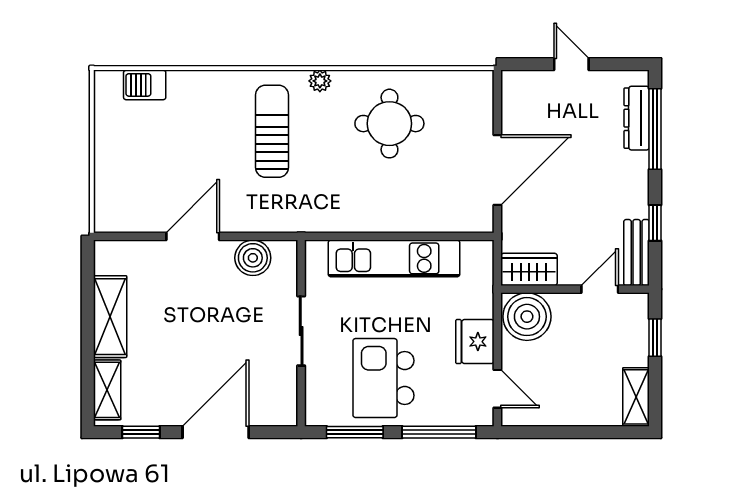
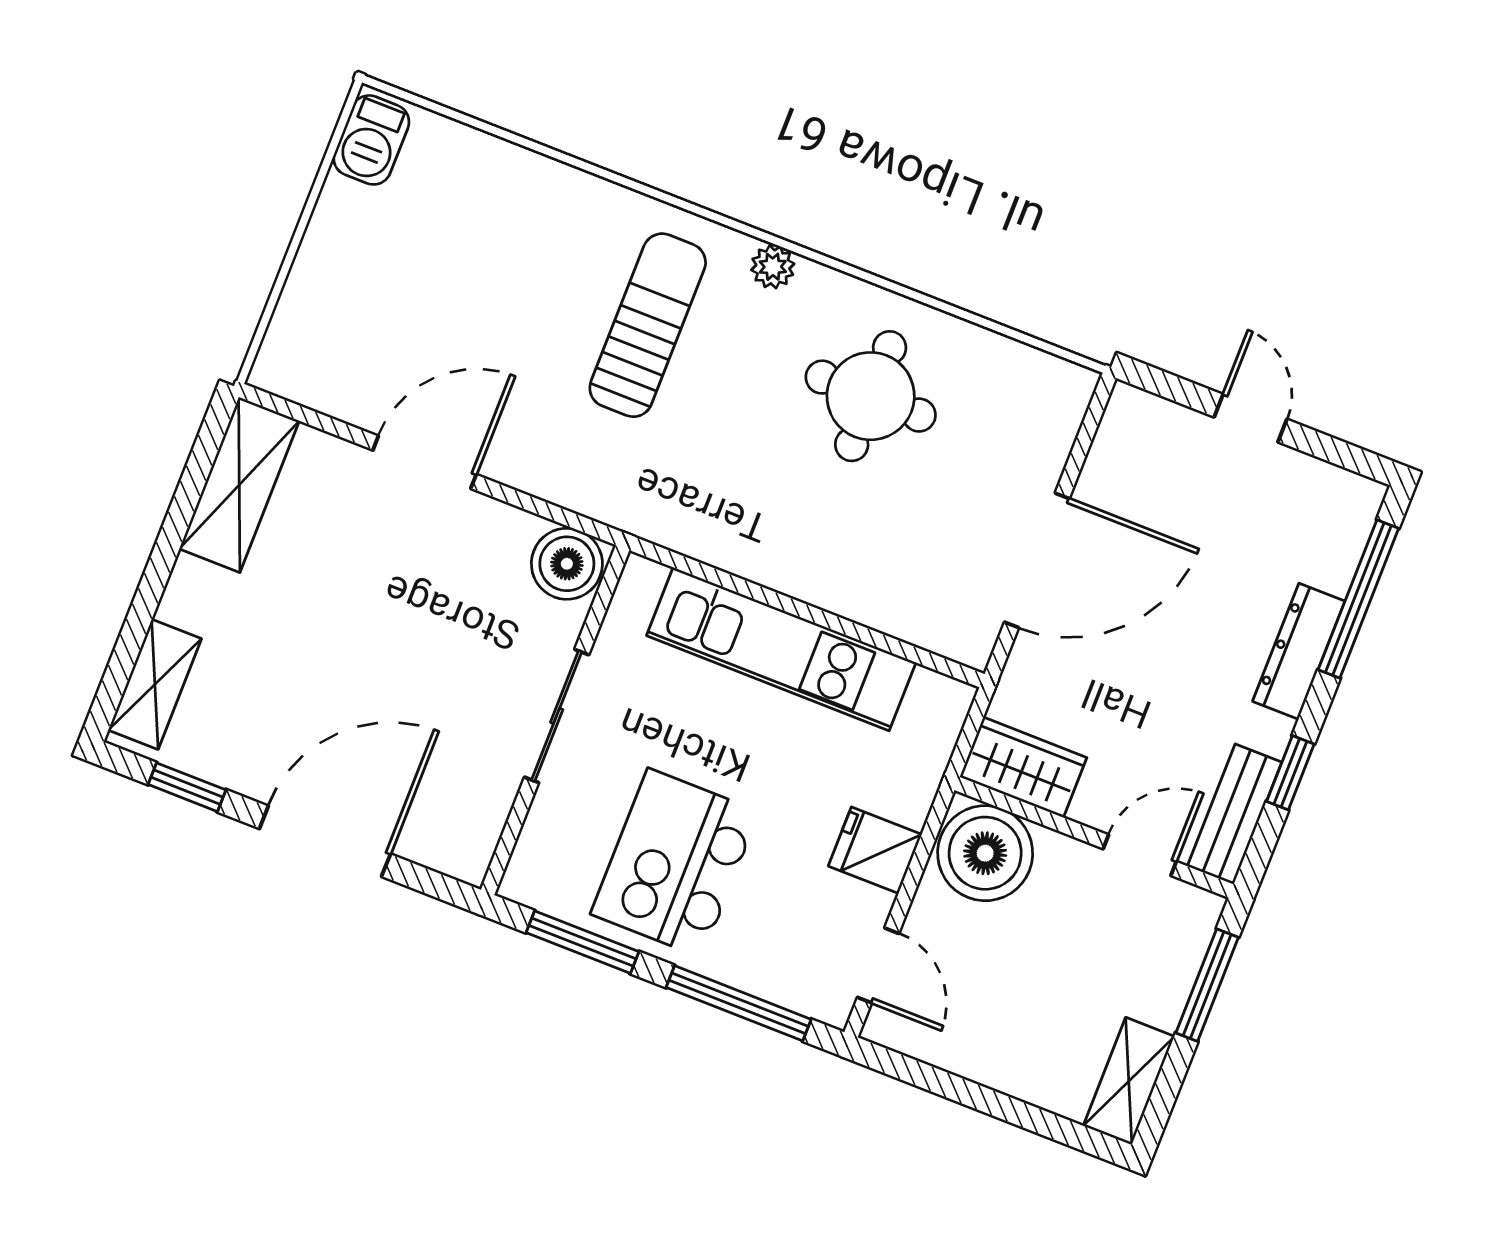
barbecue: (145, 85) -> (371, 140), moved, turned -90
dresser: (637, 118) -> (1299, 651), moved
boiler: (253, 258) -> (567, 564), moved
shelving: (110, 317) -> (239, 485), moved
window: (655, 338) -> (1207, 985), width x1.50
fridge: (475, 342) -> (875, 850), width x0.72

